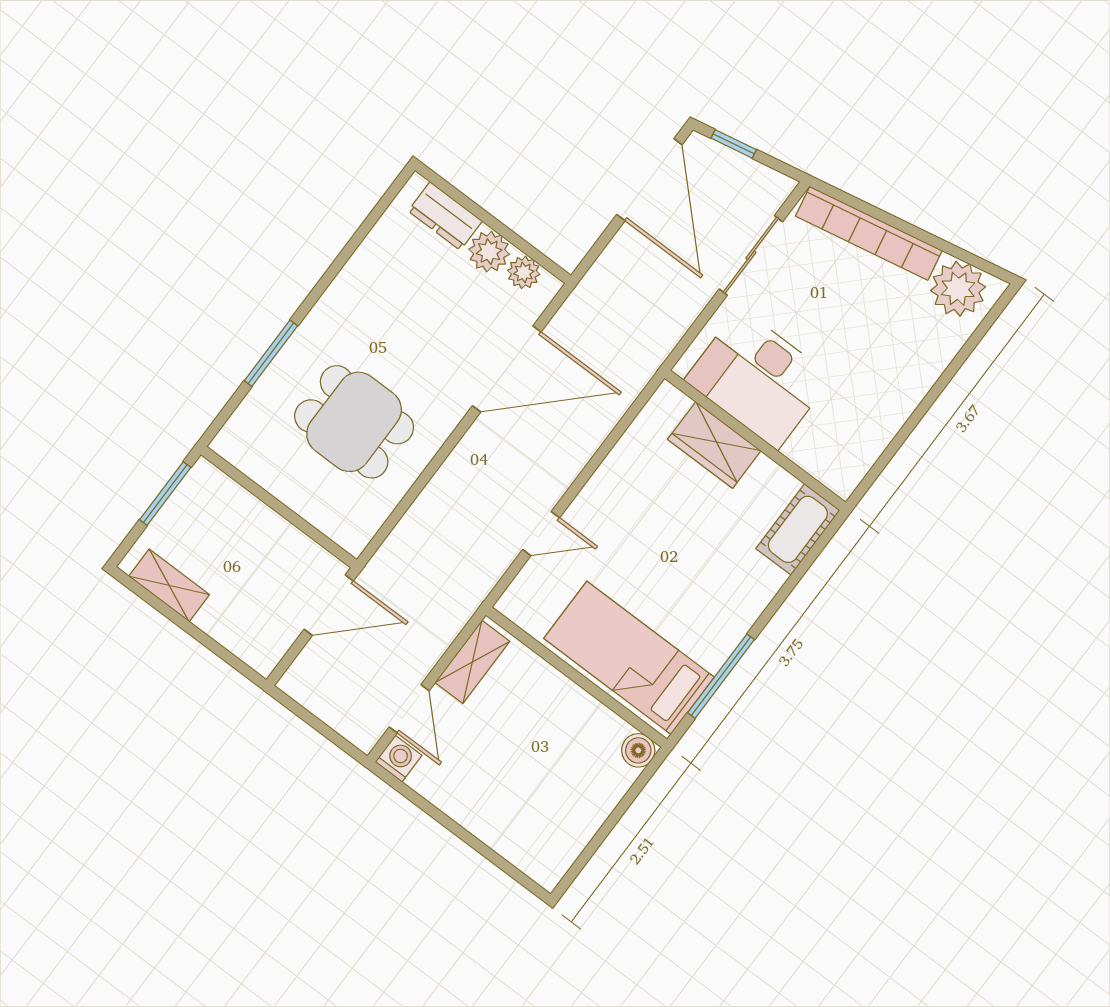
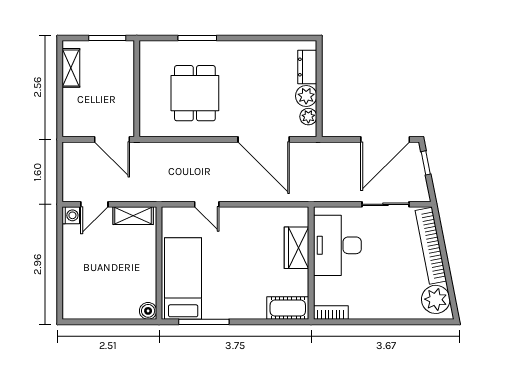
bookcase: (855, 468) -> (331, 313), added

